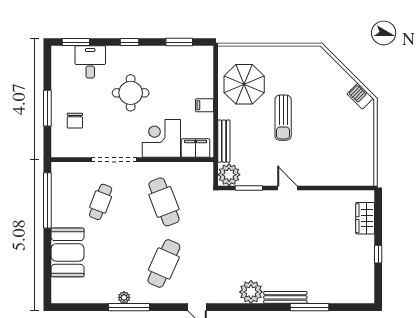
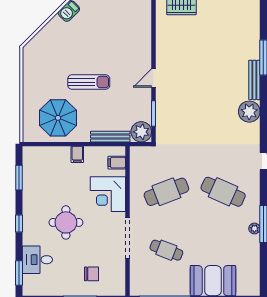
filing cabinet: (196, 148) -> (117, 163), width x0.50

